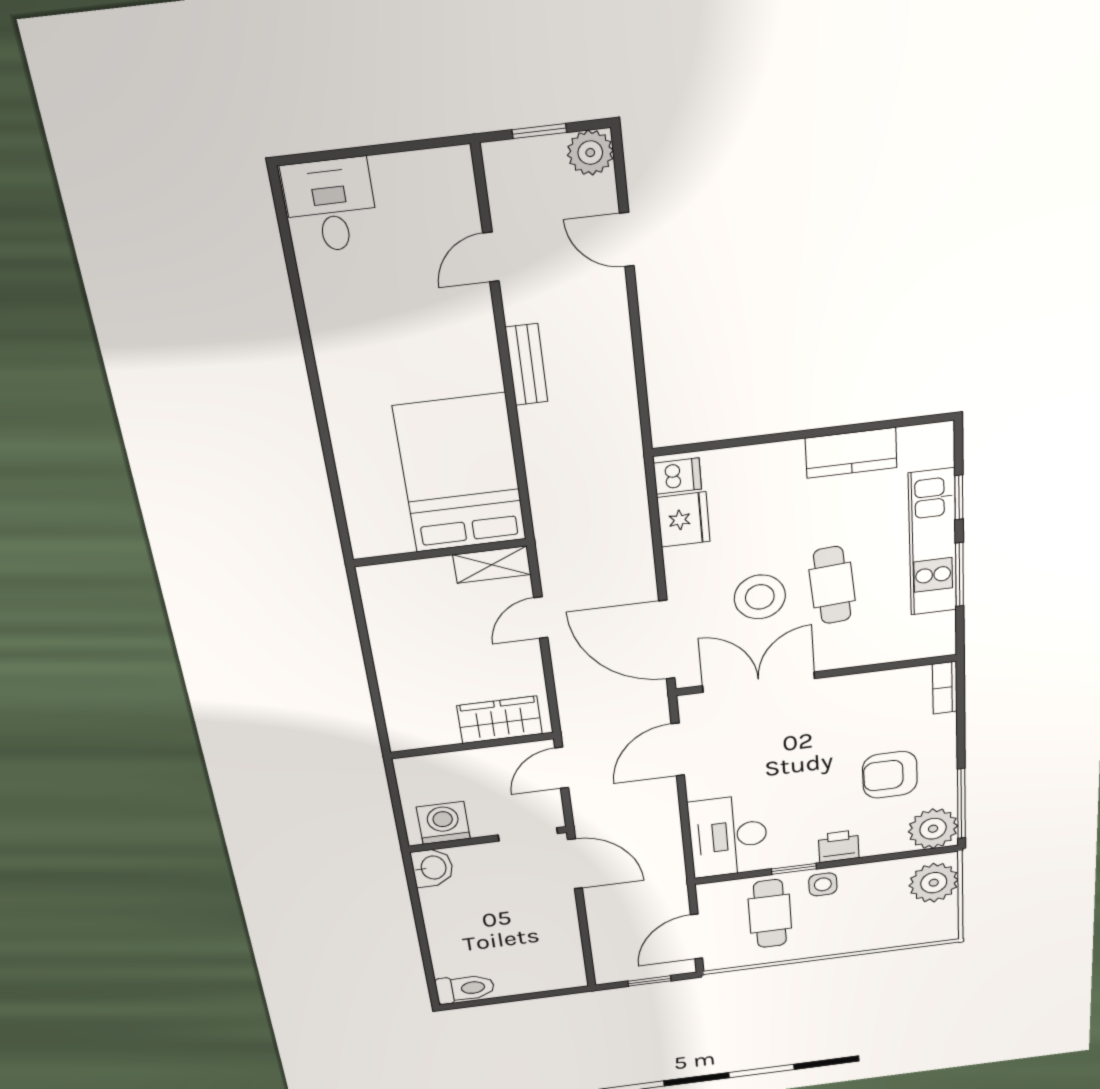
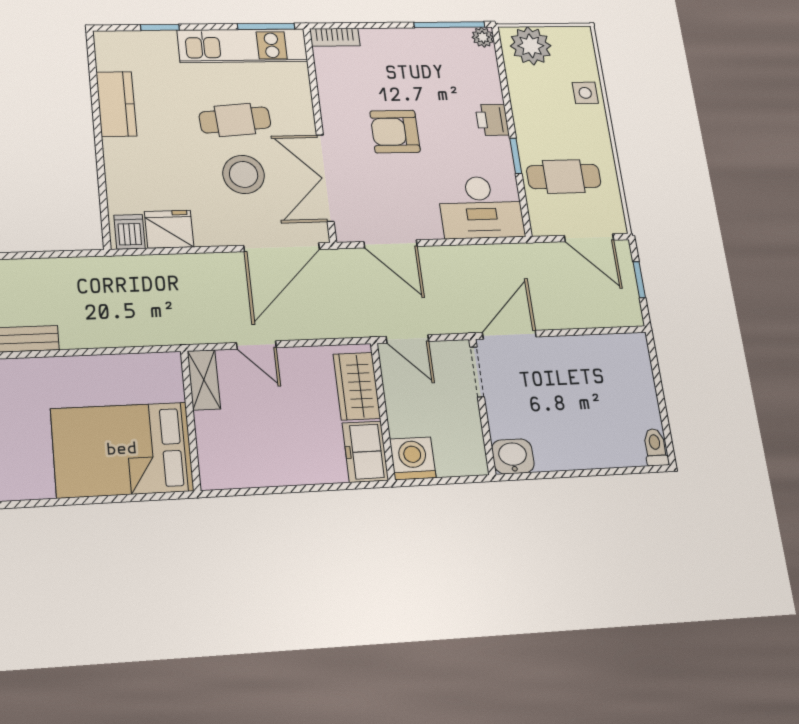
bed: (460, 474) -> (122, 450), moved
kitchen unit: (933, 542) -> (242, 46), moved
window: (960, 575) -> (266, 26), moved
freezer: (422, 730) -> (365, 452), added
armchair: (890, 775) -> (395, 132), moved, turned 90
washing machine: (443, 823) -> (413, 458), moved, turned 90
plant: (933, 829) -> (483, 37), width x0.53, depth x0.53
side table: (823, 884) -> (585, 93), moved
toilet: (465, 989) -> (655, 447), width x0.73, depth x0.72

